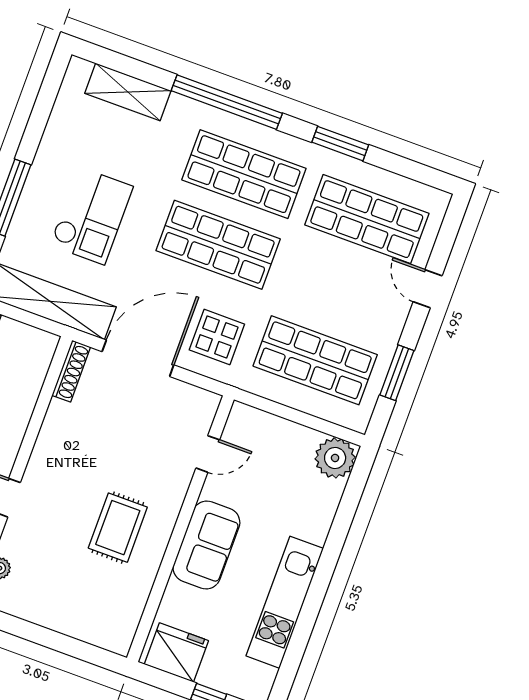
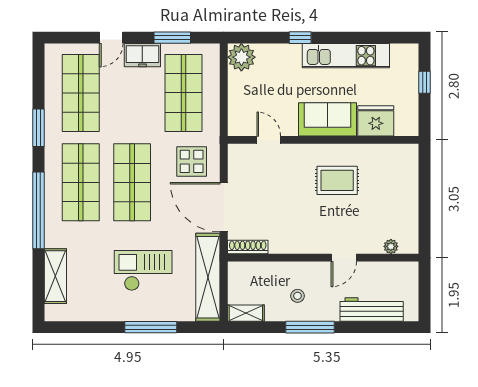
freezer: (388, 323) -> (142, 55), added
window: (333, 548) -> (300, 38), added
fridge: (176, 652) -> (376, 121), moved, turned 90

